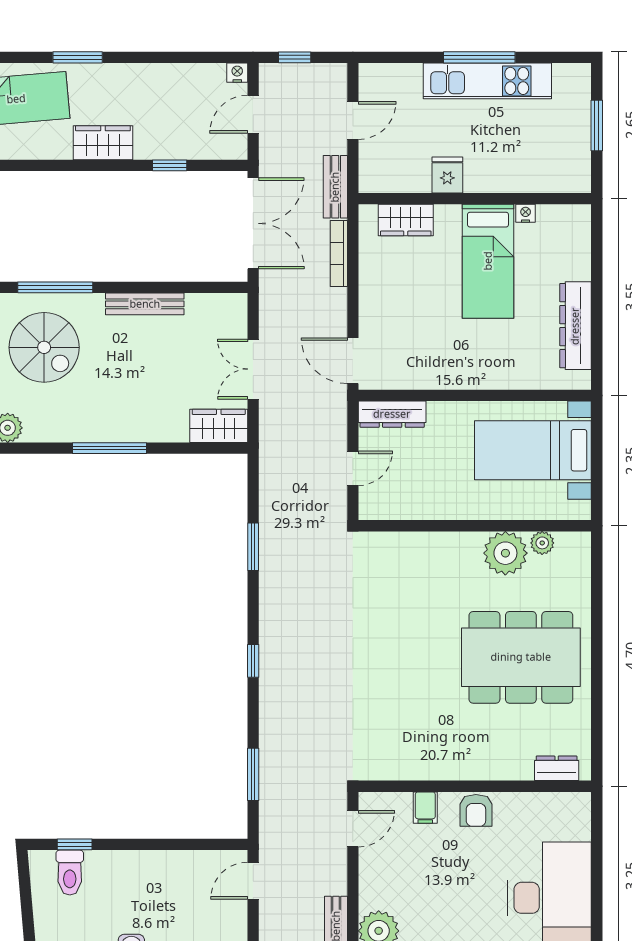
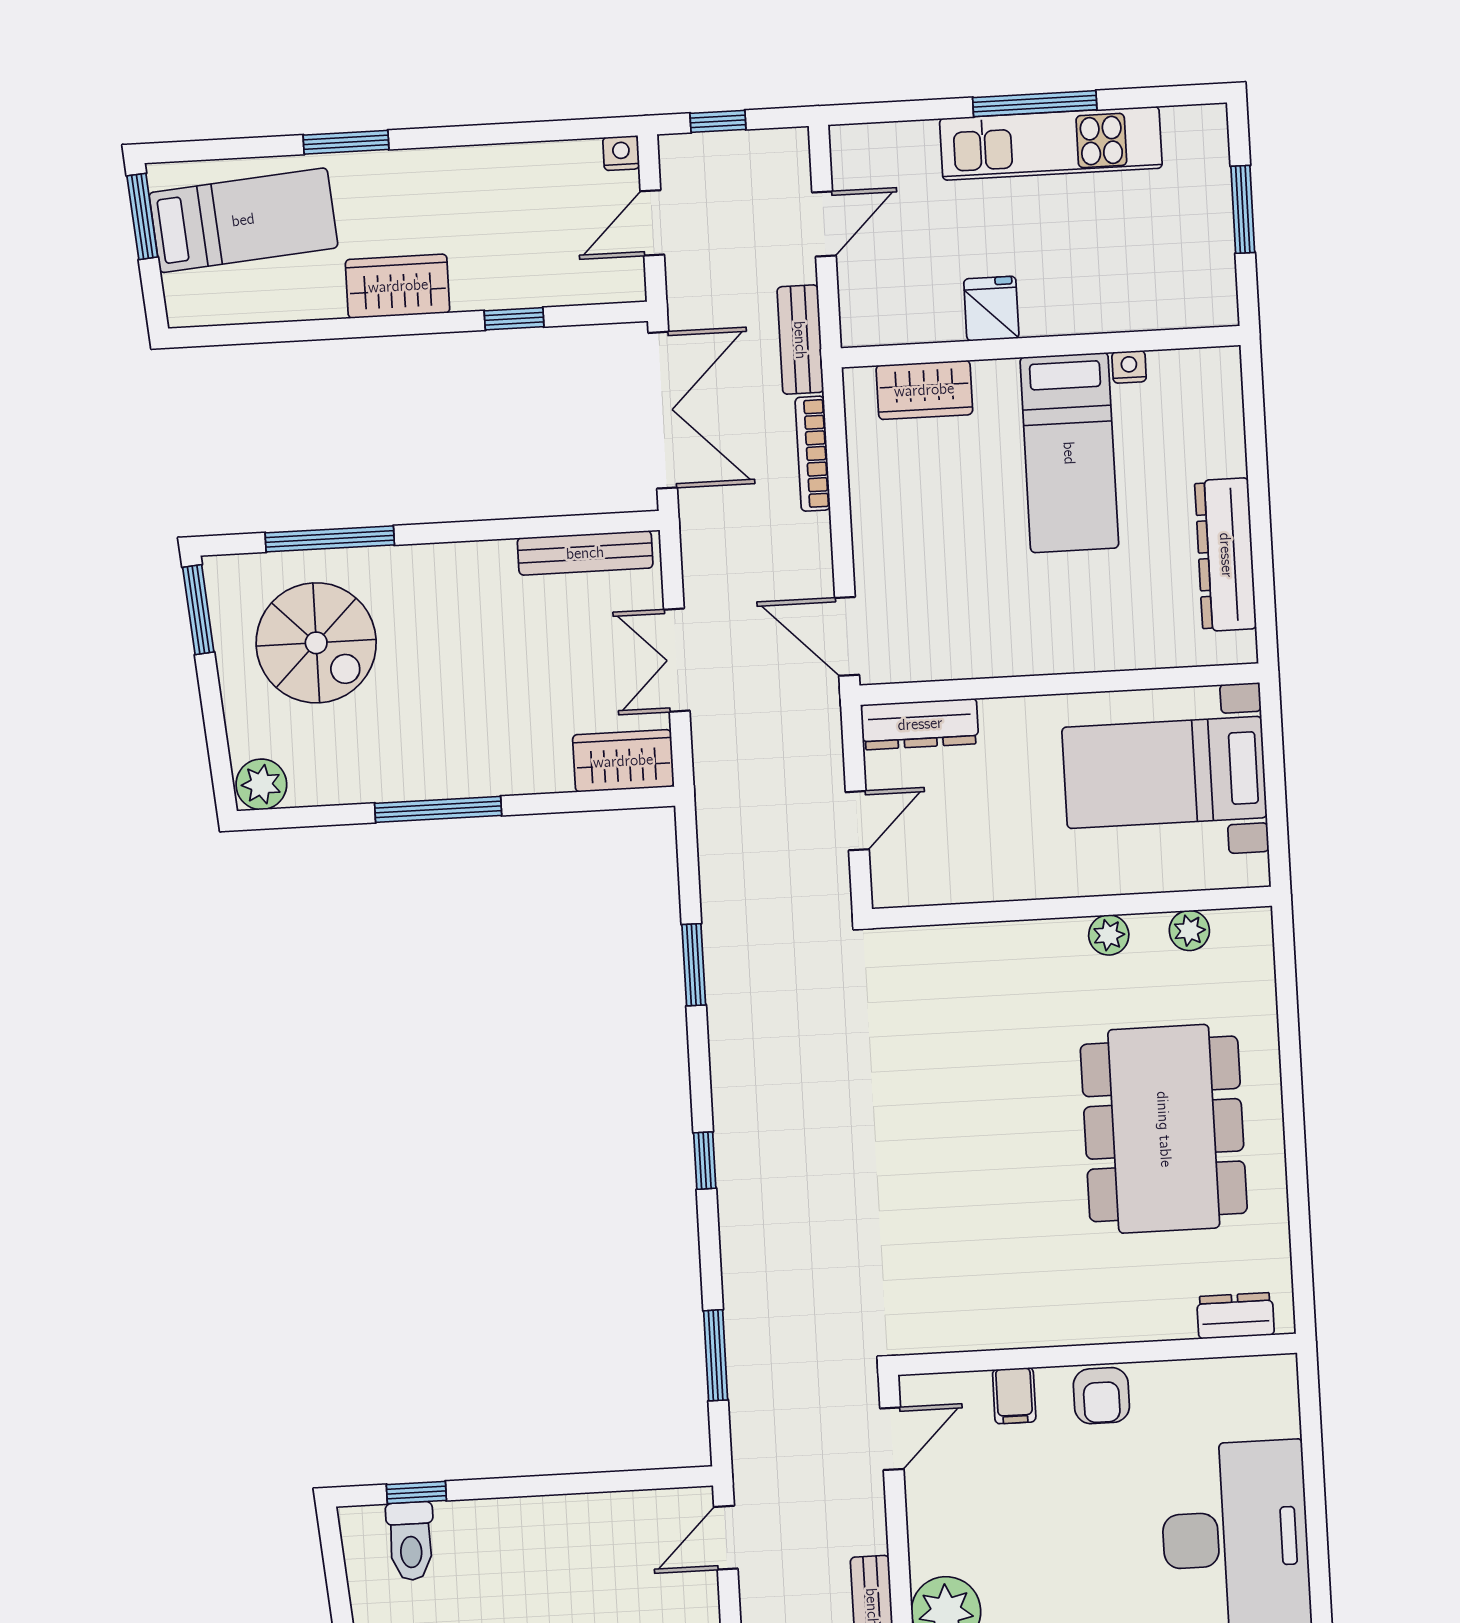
bench: (145, 304) -> (585, 553), moved
plant: (505, 553) -> (1109, 935), width x0.53, depth x0.53
dining table: (521, 657) -> (1164, 1129), turned 90

